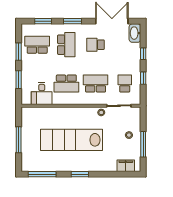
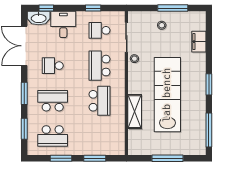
school desk: (37, 45) -> (53, 136), turned -90
school desk: (96, 45) -> (53, 66), turned 90
window: (143, 54) -> (46, 8), moved
desk: (42, 93) -> (63, 24), moved, turned -90
shelving: (57, 113) -> (135, 112), added
lab bench: (72, 140) -> (167, 95), turned 180
filing cabinet: (126, 166) -> (199, 42), moved

